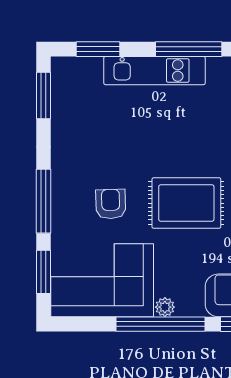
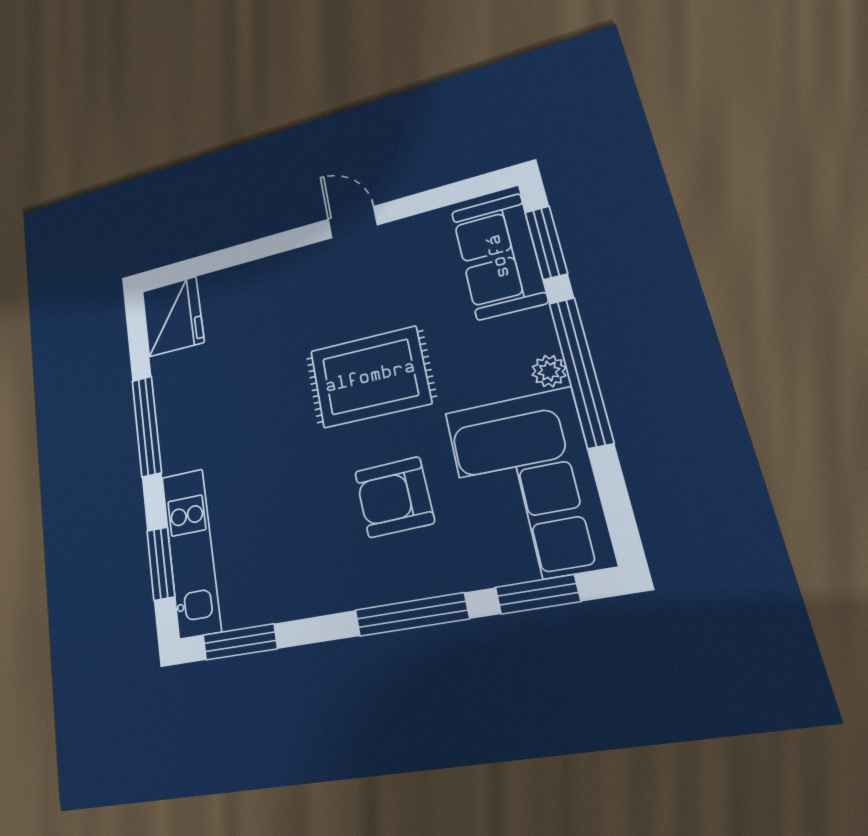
kitchen unit: (154, 71) -> (191, 552), moved
rug: (186, 203) -> (370, 377), turned 90
armchair: (111, 204) -> (394, 497), width x1.38, depth x1.38

